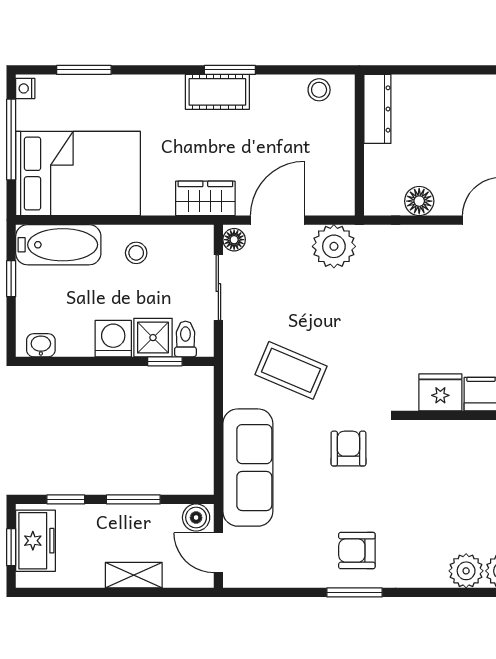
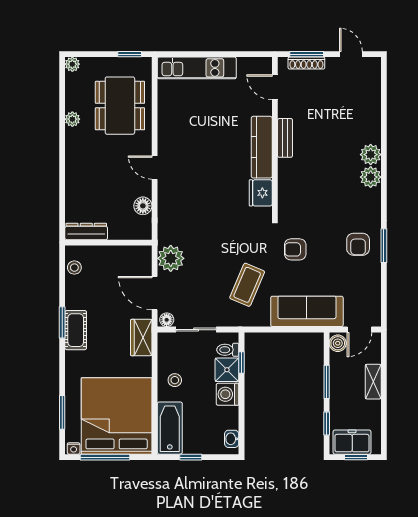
bed: (78, 174) -> (117, 416), width x1.36

